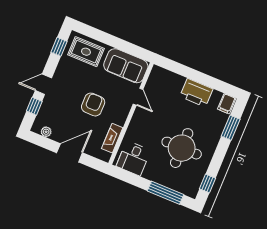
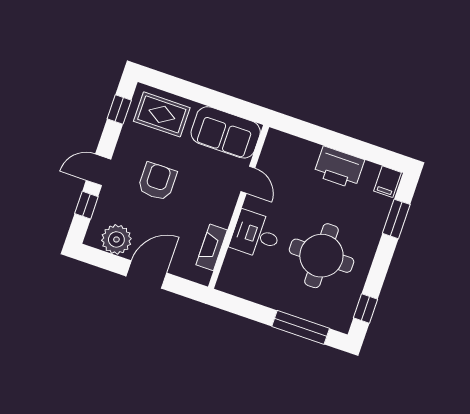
armchair: (93, 105) -> (157, 181), moved
plant: (46, 132) -> (116, 239), width x1.88, depth x1.88
desk: (133, 158) -> (256, 235), moved, turned 90

